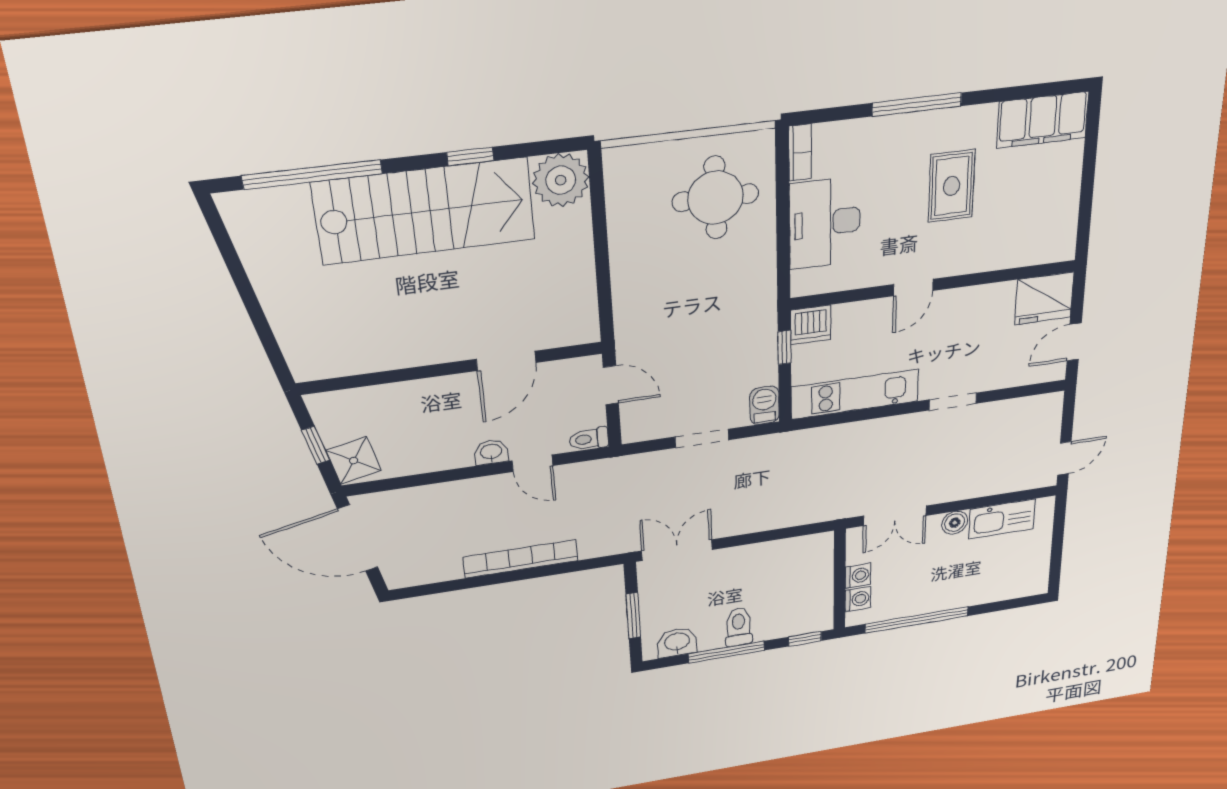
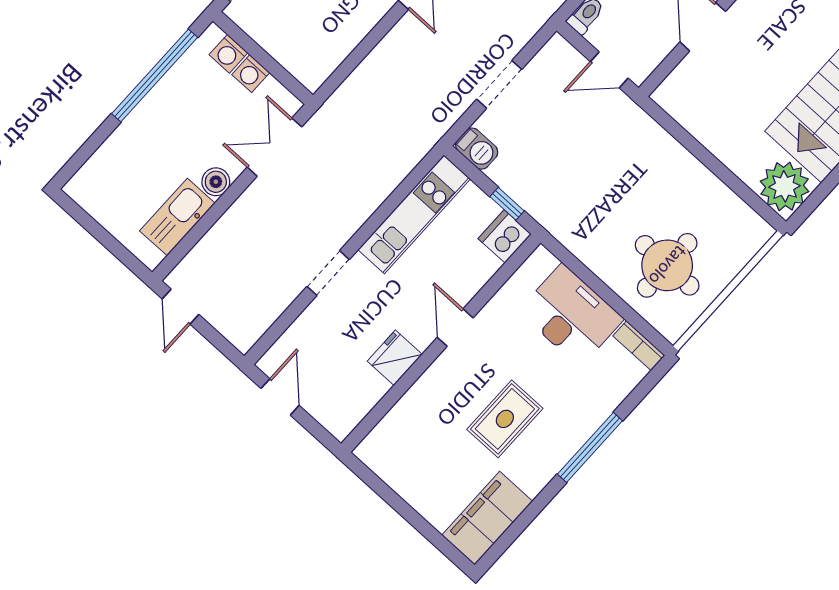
rug: (952, 186) -> (505, 419), turned 90
fridge: (1044, 298) -> (395, 358), moved, width x0.73, depth x0.75

